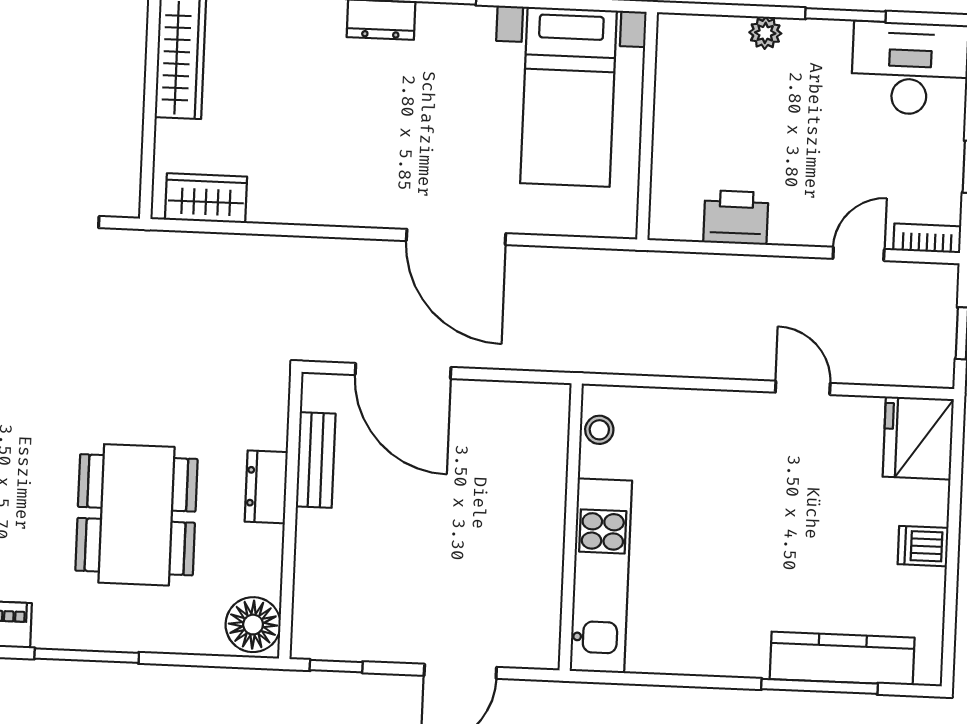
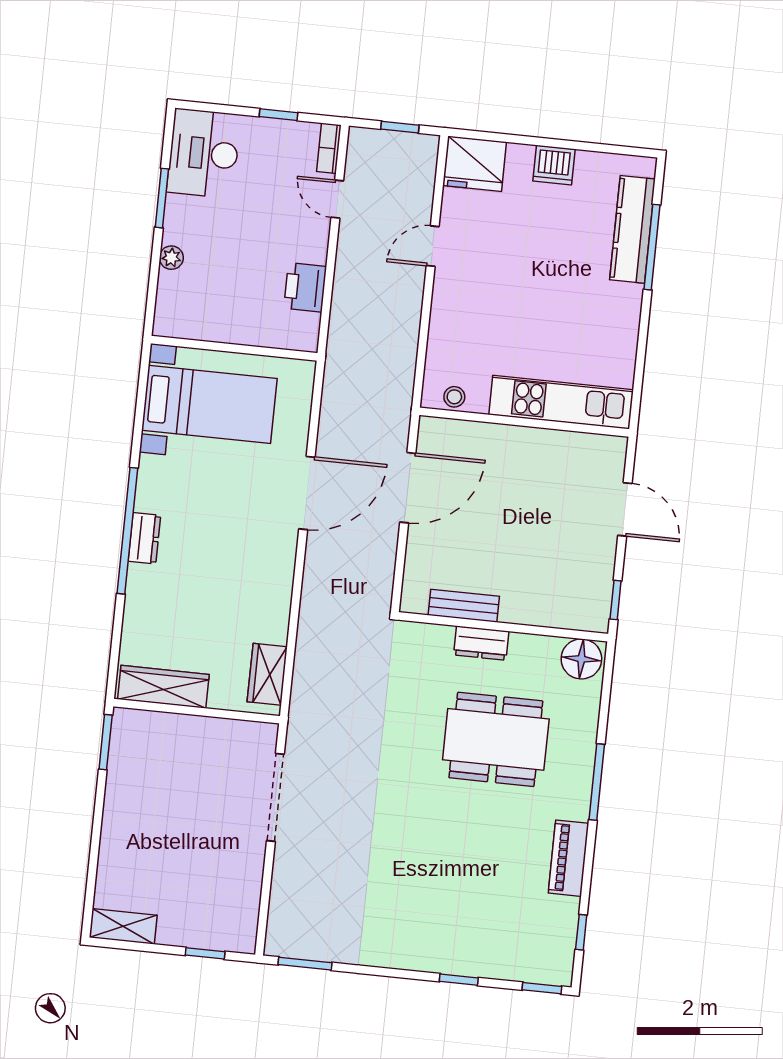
door: (403, 371) -> (408, 488), moved
dishwasher: (923, 546) -> (554, 165), width x1.38

